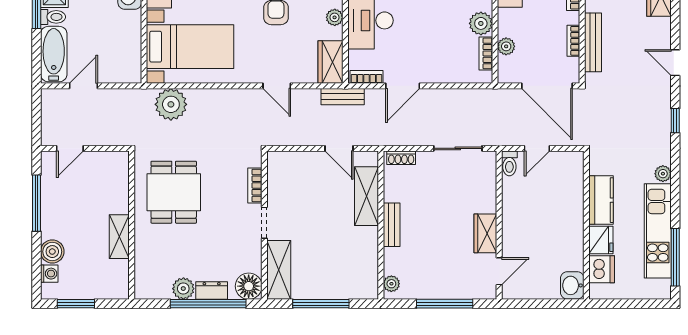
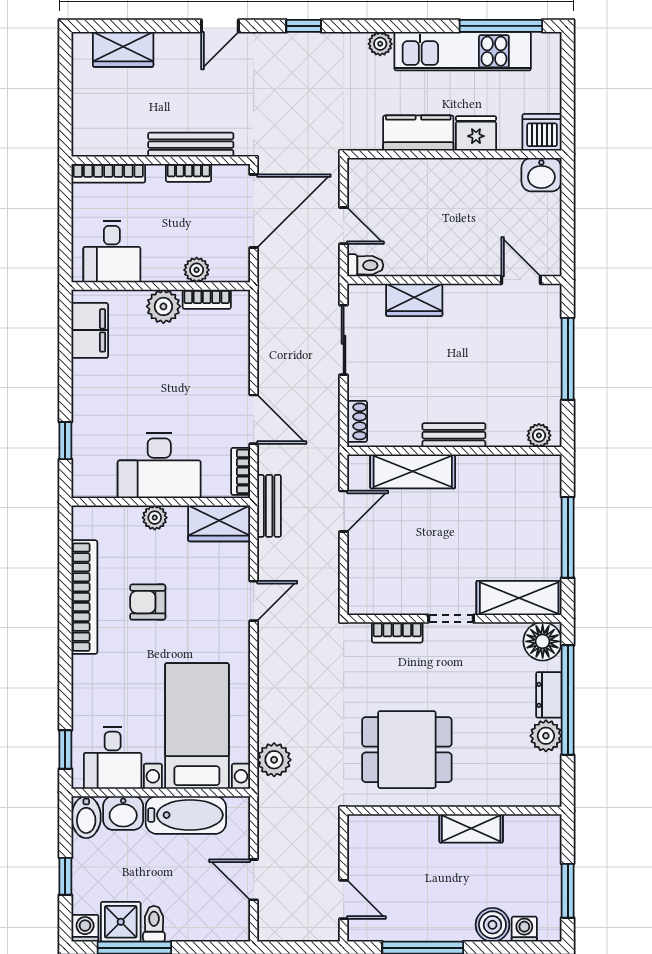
bathtub: (54, 54) -> (186, 815), moved, turned 180
plant: (171, 104) -> (274, 760), width x0.73, depth x0.73
wardrobe: (485, 233) -> (414, 300), moved
dishwasher: (602, 269) -> (542, 132), moved

